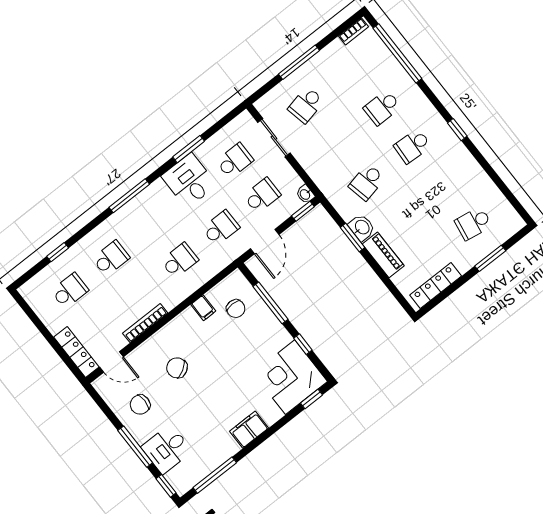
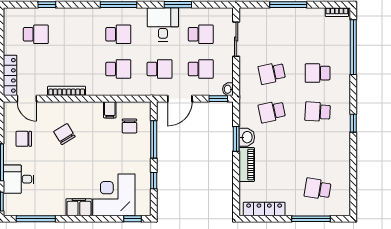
school desk: (306, 105) -> (272, 73), moved
school desk: (111, 258) -> (118, 34), moved
window: (490, 258) -> (311, 219), width x1.44
corner desk: (290, 377) -> (114, 195), moved

